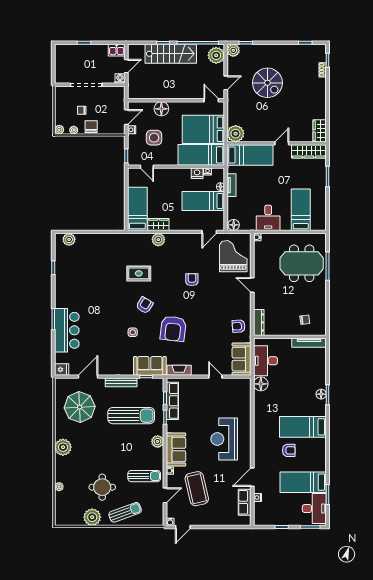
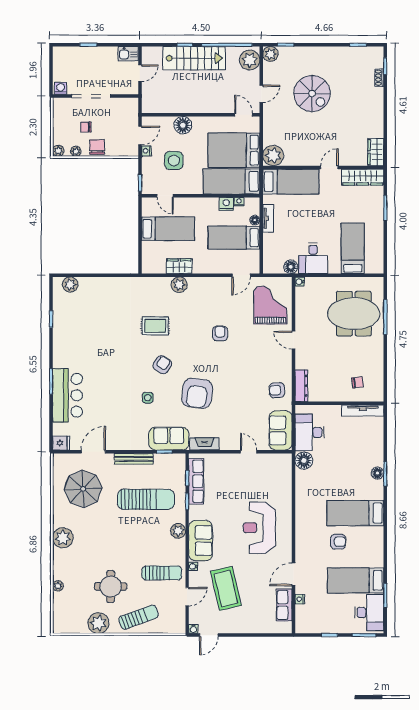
washing machine: (120, 79) -> (61, 88), moved
bed: (137, 209) -> (168, 229), moved, turned 90
floor lamp: (234, 225) -> (291, 267), moved

